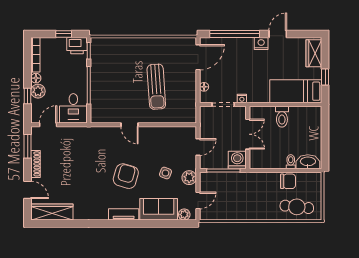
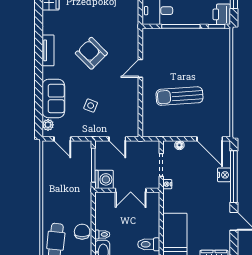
nightstand: (261, 43) -> (224, 175), moved
toilet: (282, 117) -> (149, 244), moved
armchair: (126, 176) -> (91, 53), moved, turned -151
plant: (189, 178) -> (86, 130), removed
chair: (288, 181) -> (82, 232), turned 180
tv unit: (124, 214) -> (48, 50), moved

